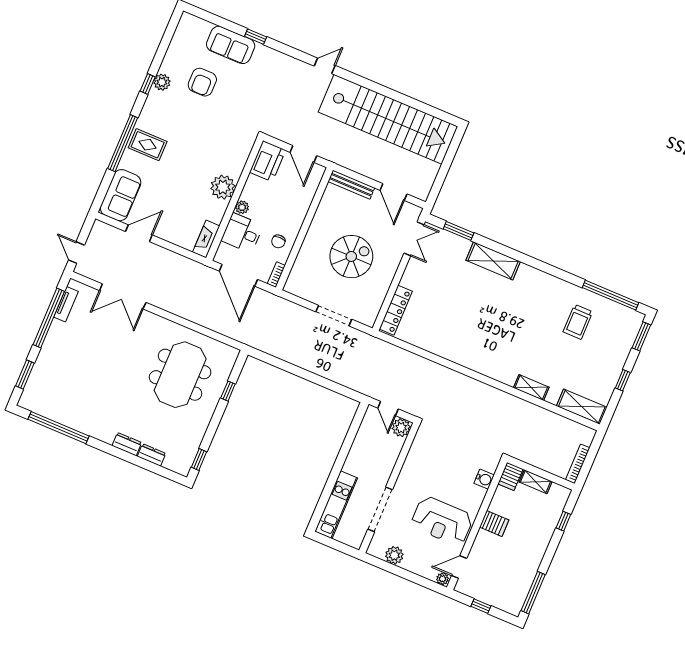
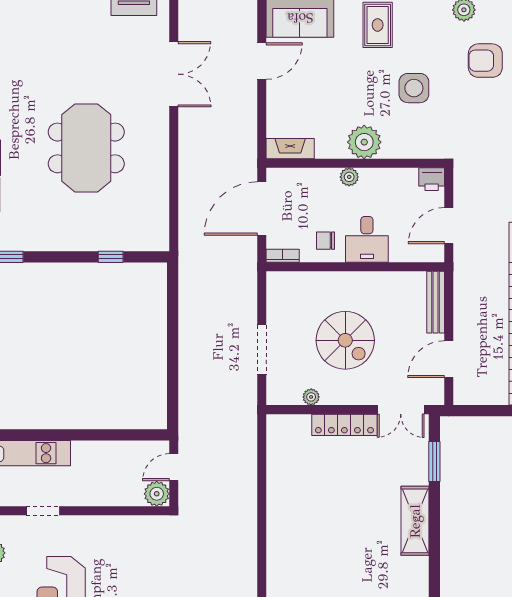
side table: (201, 138) -> (414, 88), added
printer: (268, 161) -> (432, 179), width x0.53, depth x0.68
door: (139, 233) -> (262, 61), hinge flipped
desk: (242, 233) -> (367, 239), moved, turned 180
double door: (123, 296) -> (174, 74), swing flipped
plant: (380, 296) -> (311, 397), added
locker: (396, 310) -> (344, 425), moved
meeting table: (180, 375) -> (86, 148), moved, turned 90
doorway: (380, 509) -> (43, 511), width x0.53

